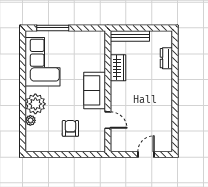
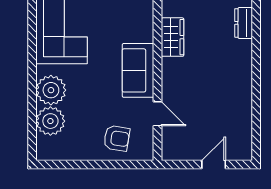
plant: (30, 120) -> (50, 121), width x1.87, depth x1.87
armchair: (70, 128) -> (117, 138), moved, turned 99

